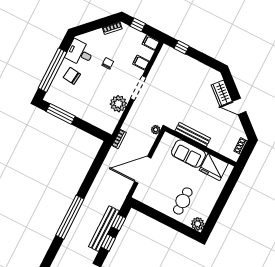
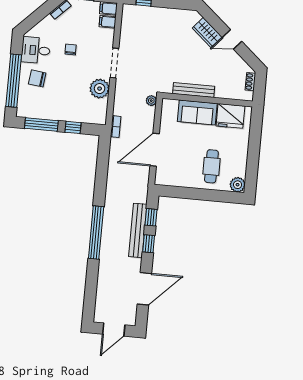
filing cabinet: (141, 63) -> (108, 22), moved
window: (85, 126) -> (73, 127), added

